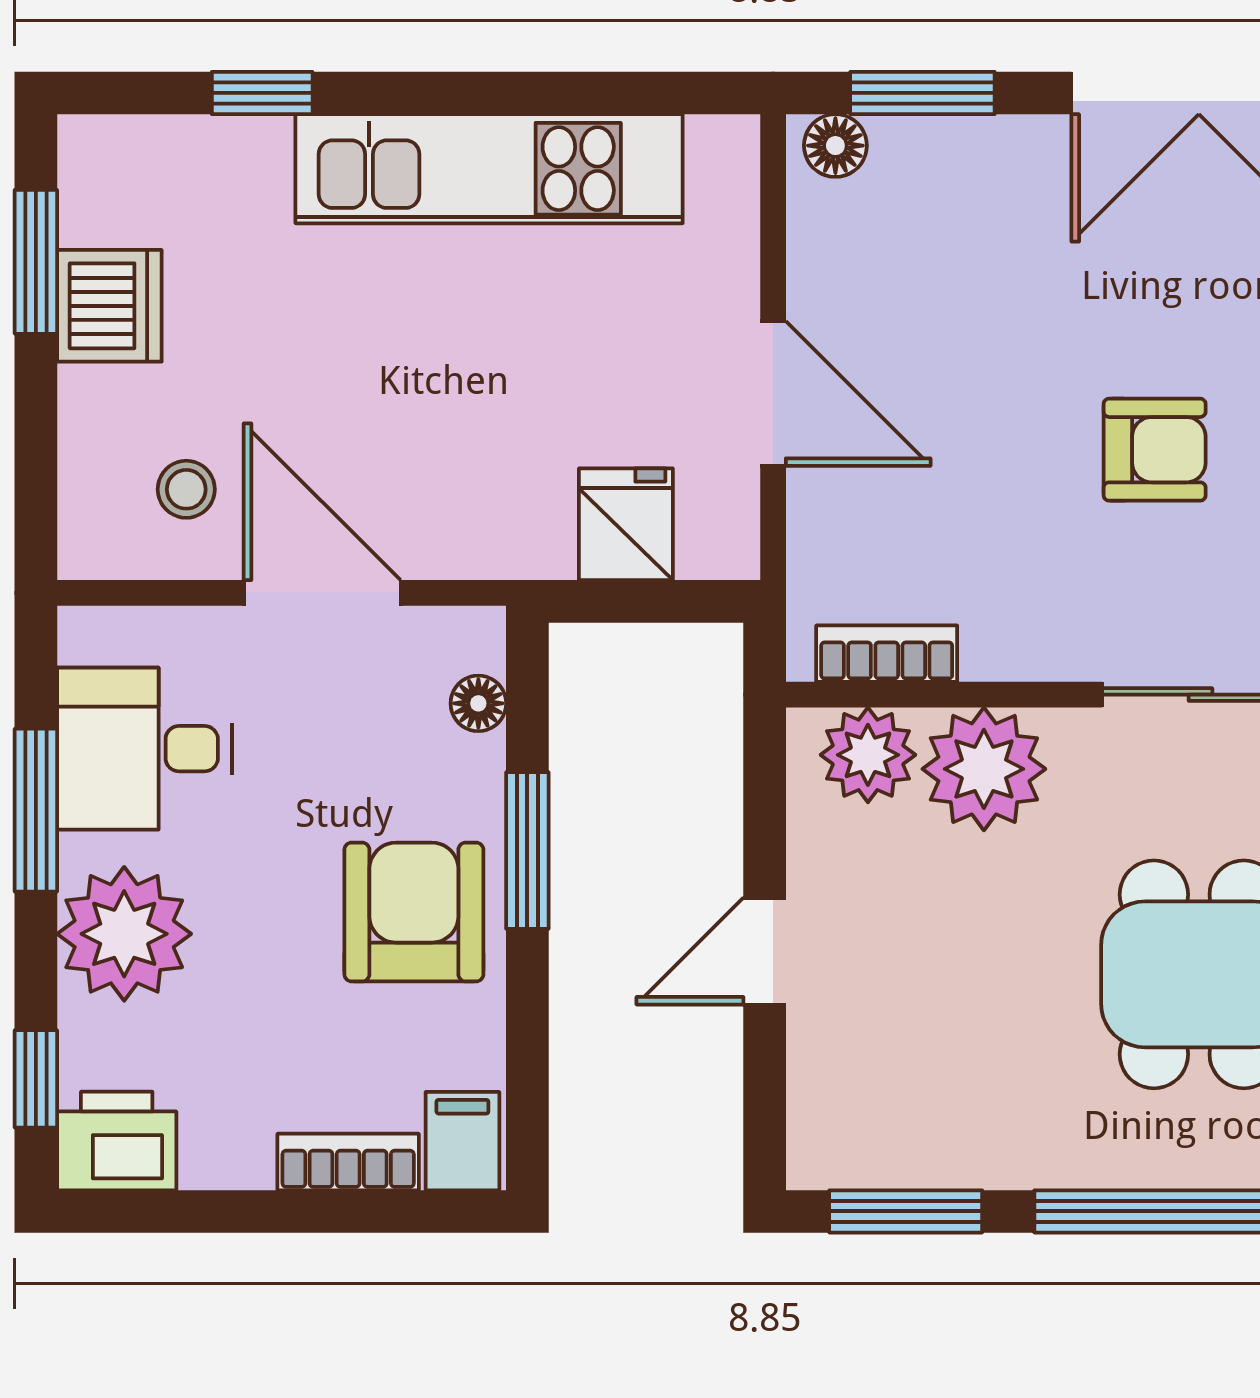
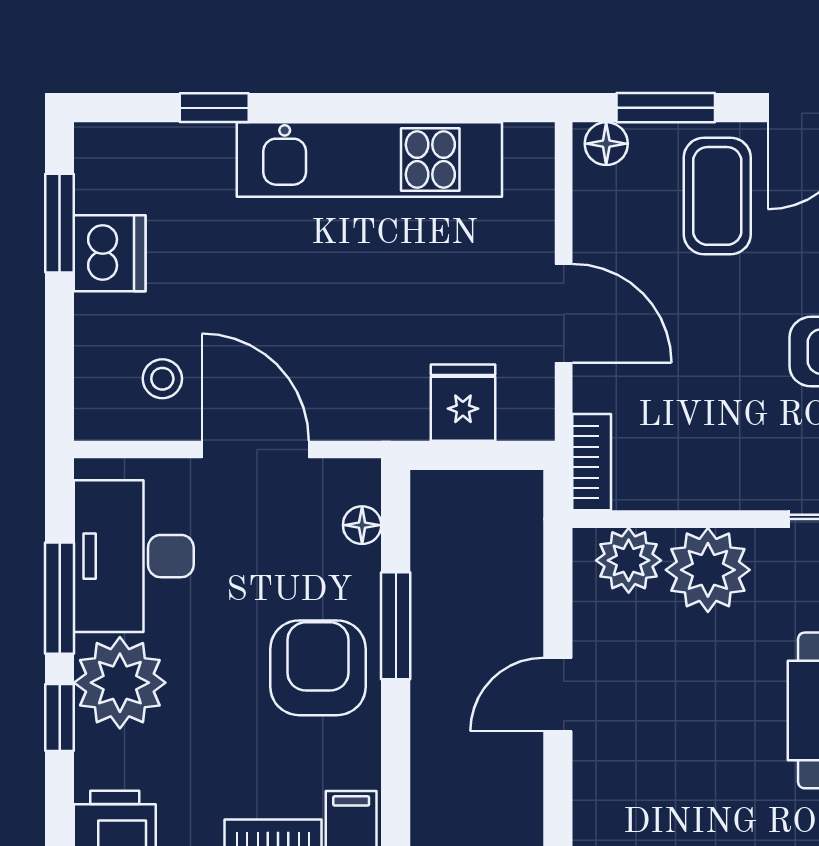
coffee table: (998, 222) -> (717, 196), added
bookcase: (887, 654) -> (592, 462), moved, turned 90
desk: (145, 749) -> (134, 556), width x1.37
window: (36, 1079) -> (60, 717), moved

